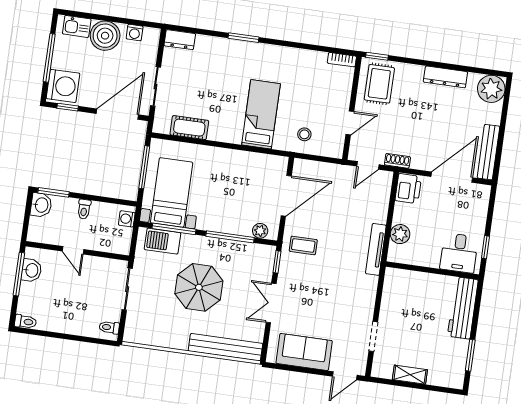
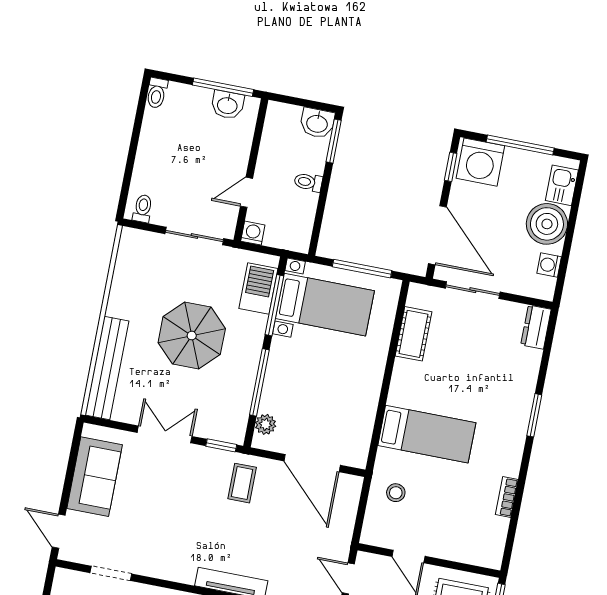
bookcase: (342, 60) -> (507, 497), moved
washing machine: (127, 219) -> (253, 233), moved
door: (73, 250) -> (247, 192), moved

